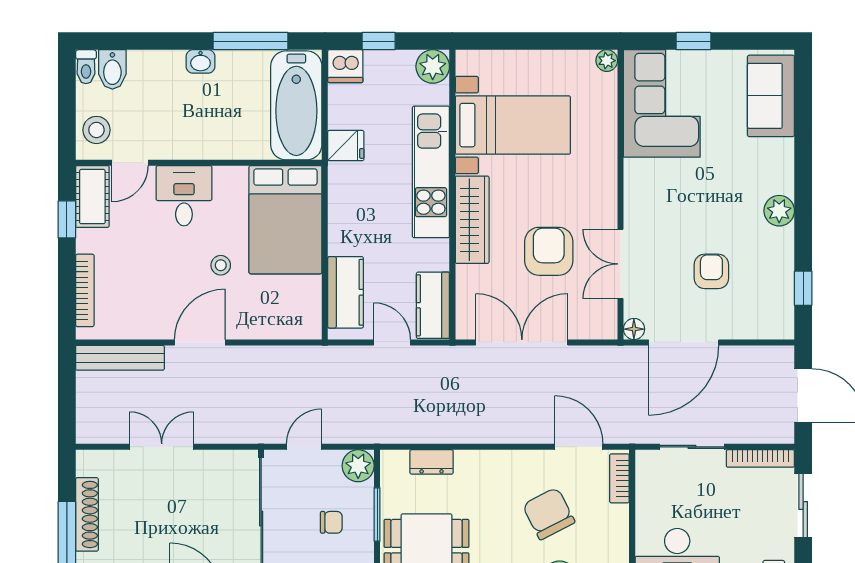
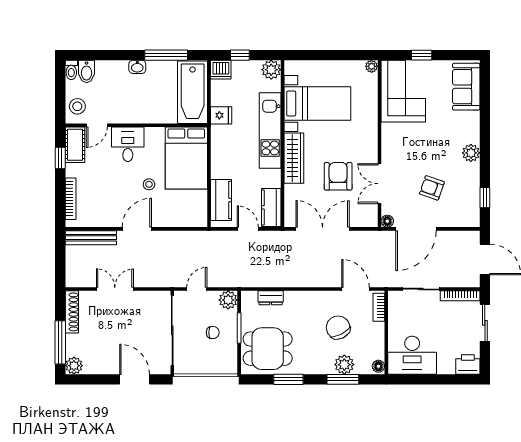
armchair: (711, 271) -> (432, 188), turned -71
shoe rack: (87, 514) -> (72, 312), moved

